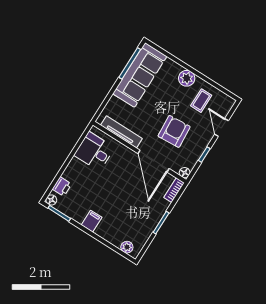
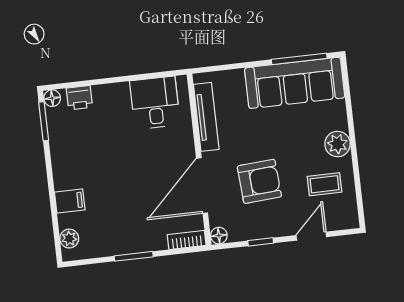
filing cabinet: (92, 221) -> (70, 201), moved

